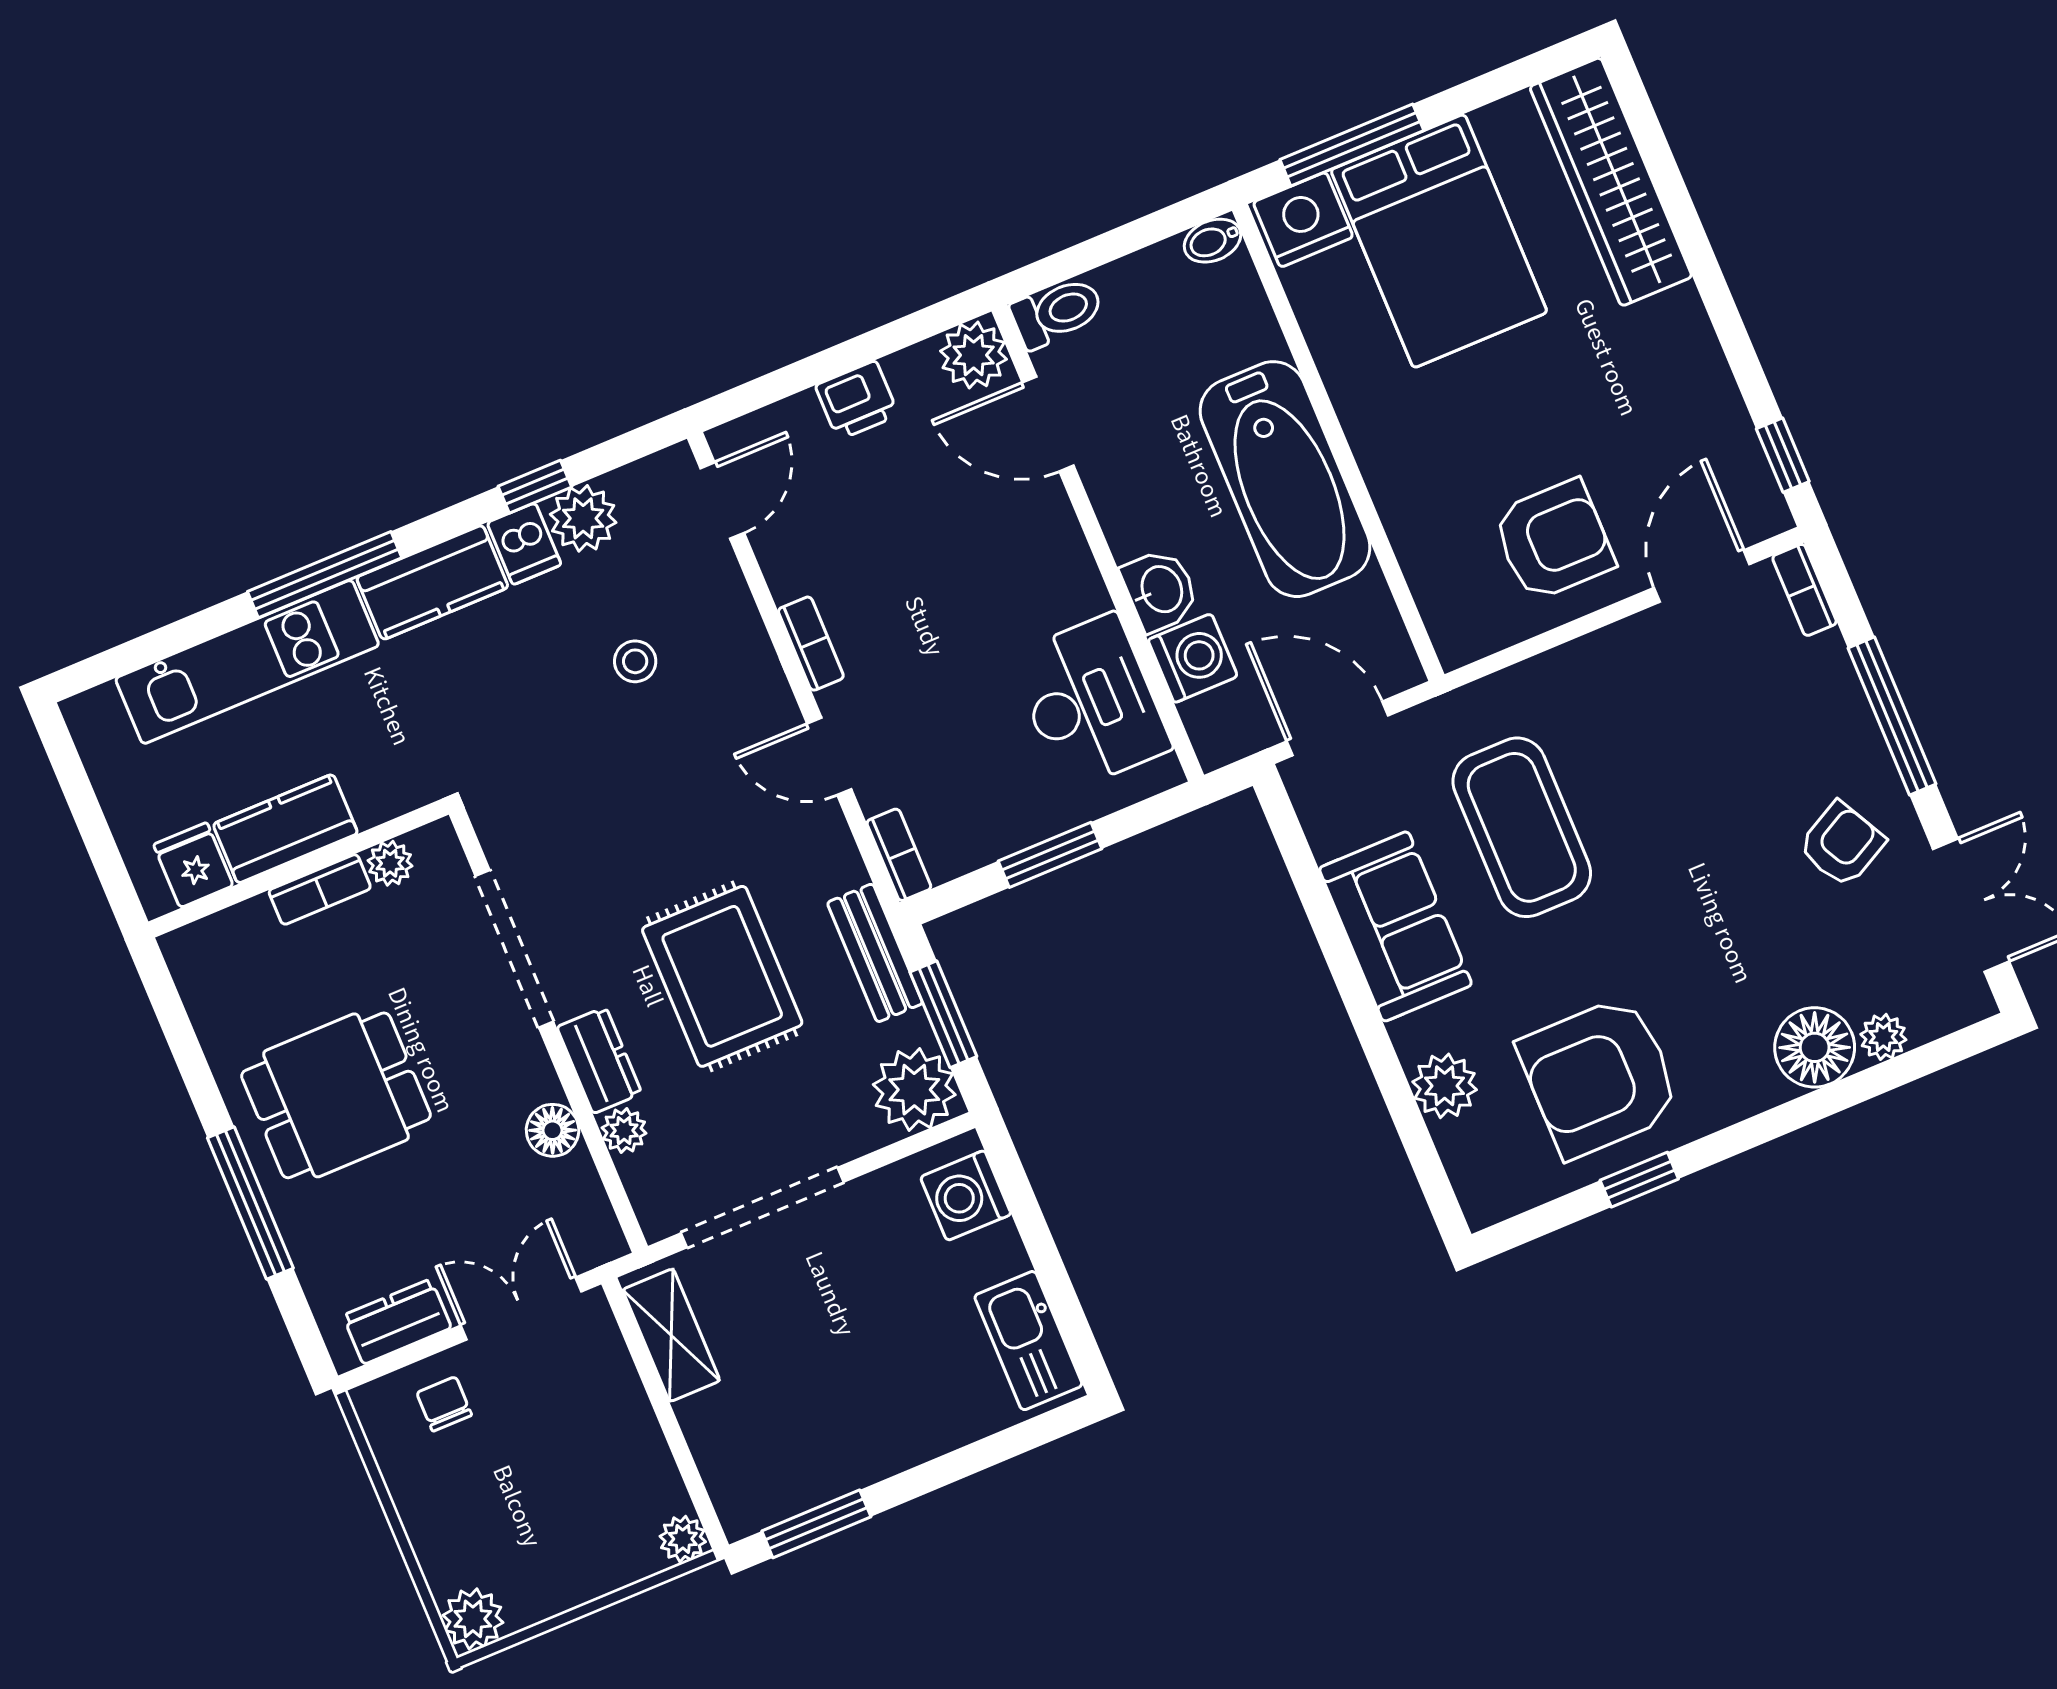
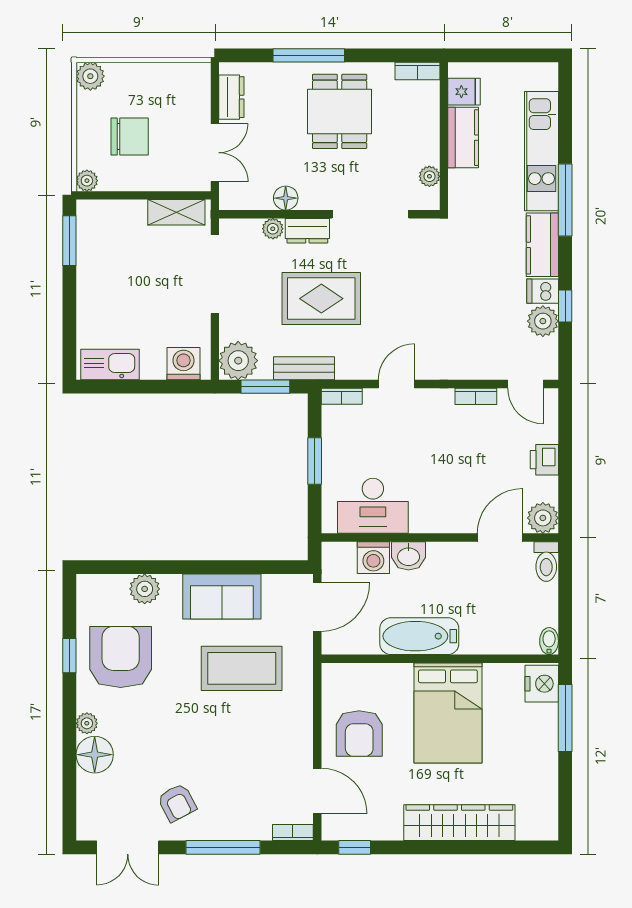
wardrobe: (1611, 182) -> (459, 823), moved
bed: (1439, 241) -> (448, 713), moved, turned -90
bathtub: (1285, 479) -> (419, 636), width x0.73, depth x0.73
bookcase: (811, 644) -> (476, 396), moved
stool: (635, 661) -> (472, 318), removed
bookcase: (320, 889) -> (417, 71), moved, turned -90
plant: (1883, 1037) -> (87, 723), moved
chair: (444, 1404) -> (130, 137), moved, width x1.87, depth x1.87

